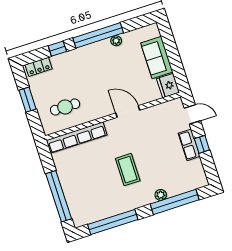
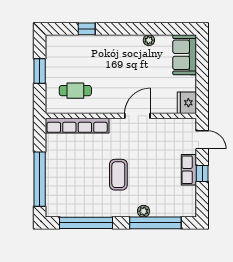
window: (98, 35) -> (132, 29), removed
sofa: (157, 57) -> (185, 55), moved
locker: (39, 67) -> (62, 41), removed
door: (128, 112) -> (137, 116), hinge flipped

